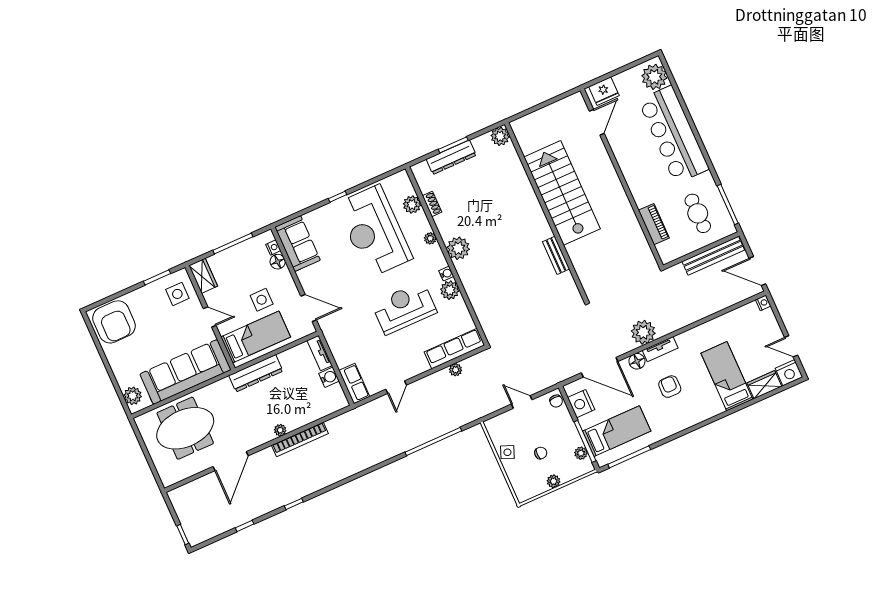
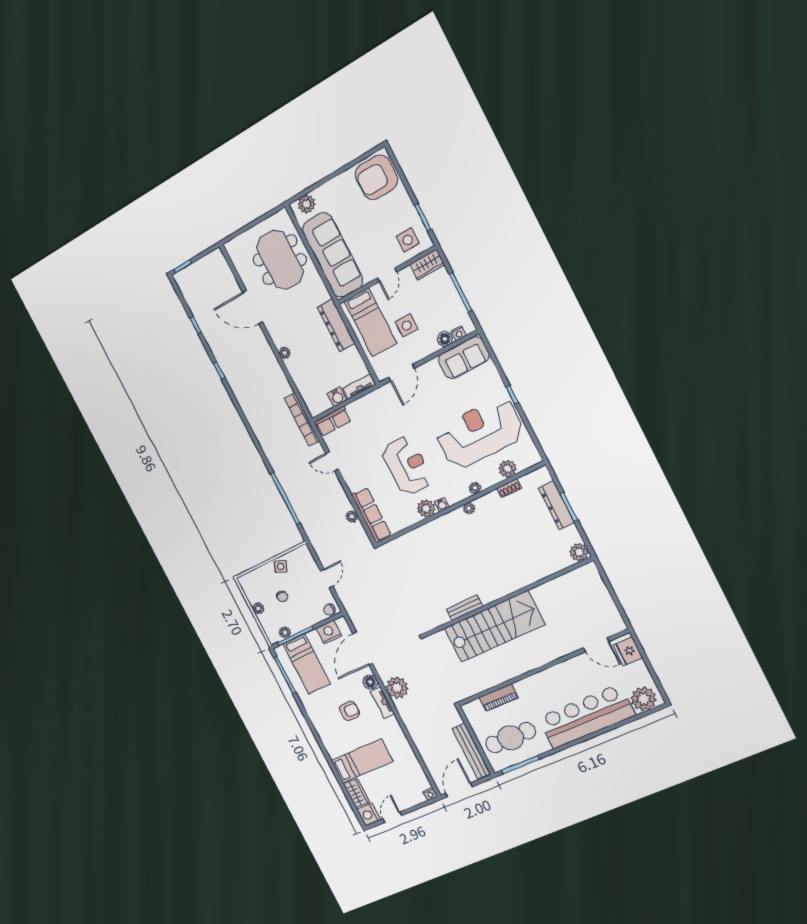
stairs: (562, 193) -> (494, 626), moved
cafe table: (698, 213) -> (511, 738), width x1.37, depth x1.35
plant: (458, 248) -> (469, 508), width x0.53, depth x0.53
bookcase: (300, 439) -> (302, 420), moved

